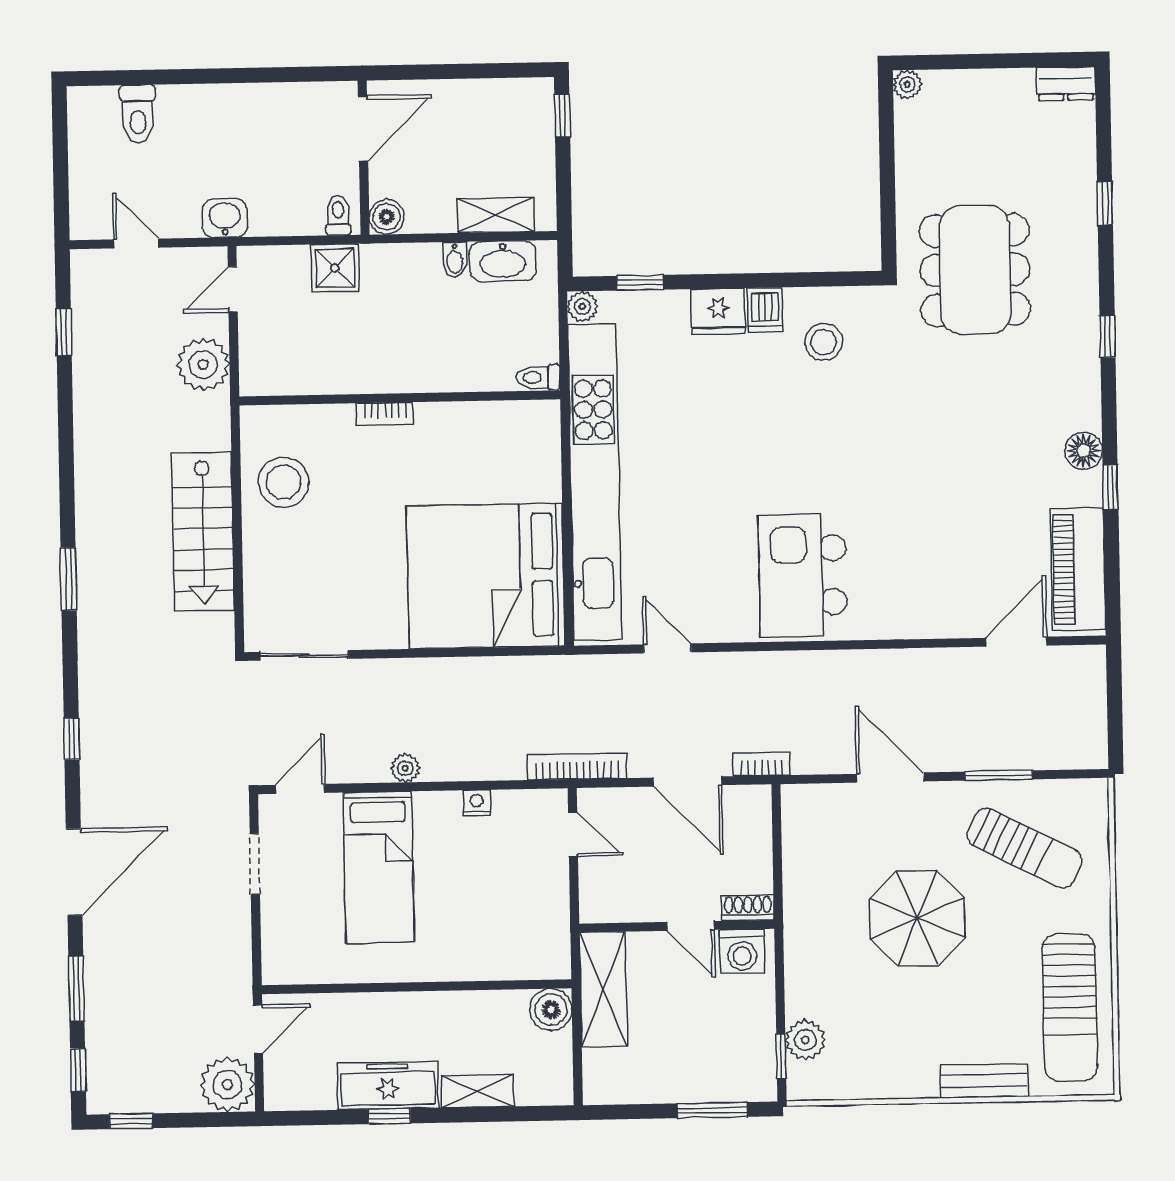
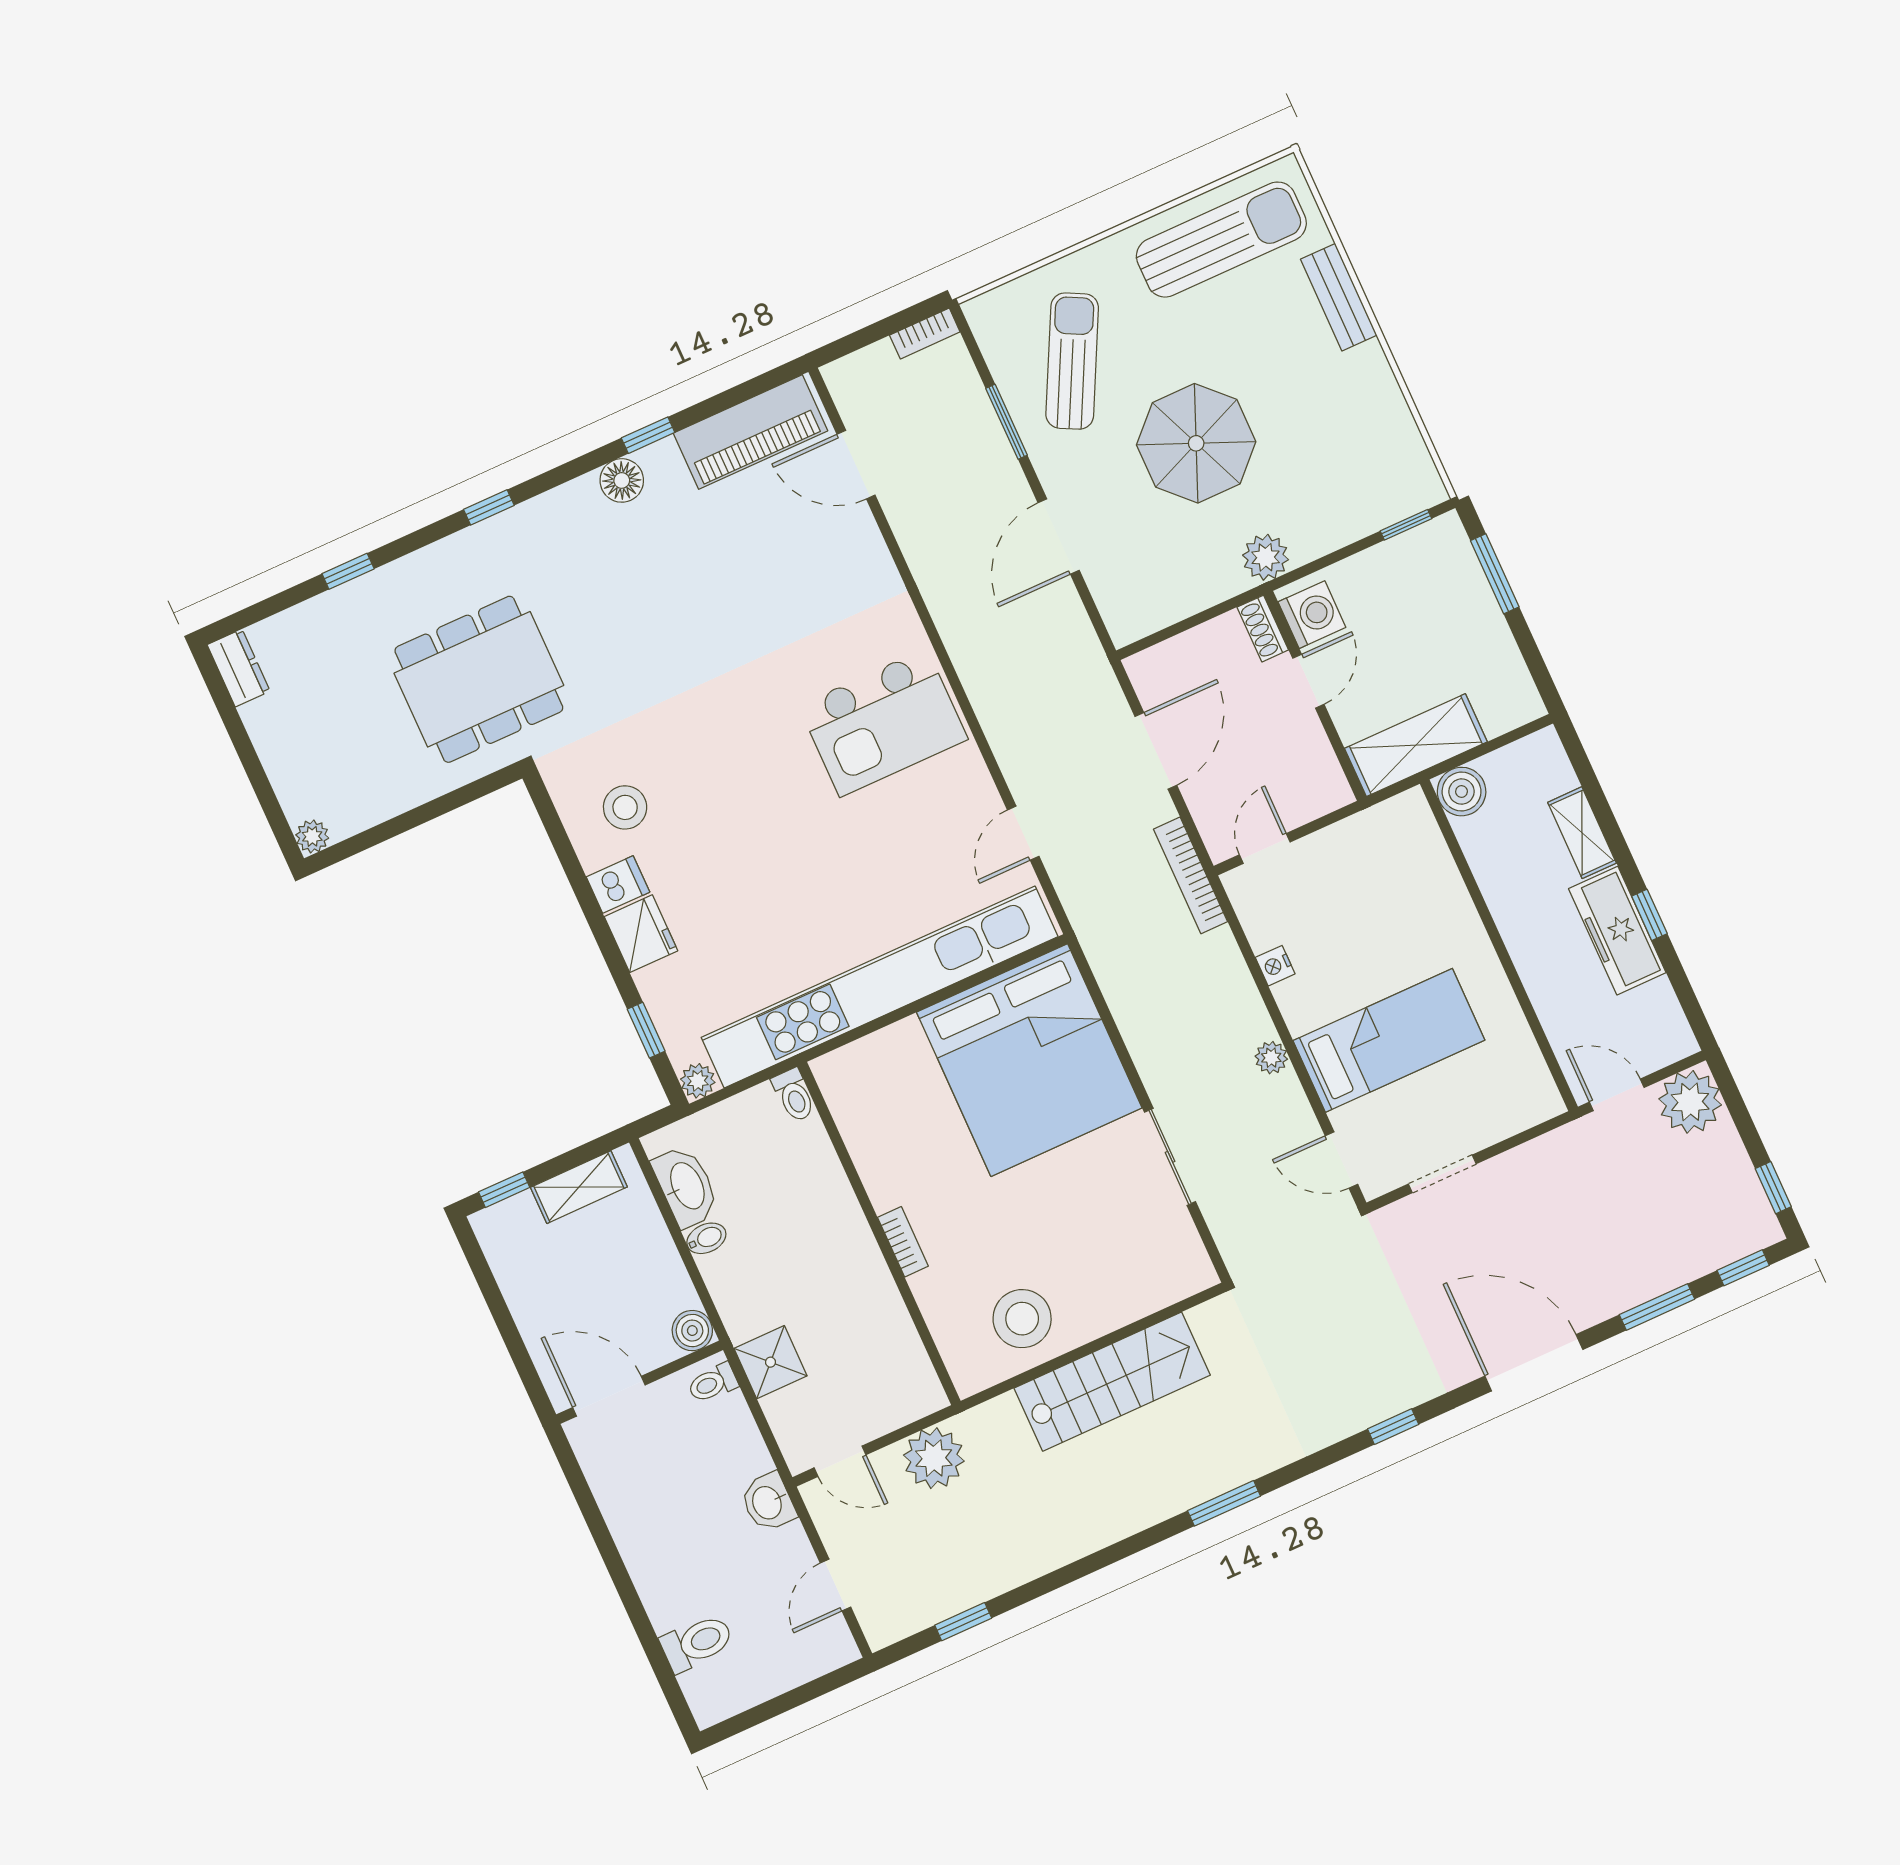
shelving: (496, 215) -> (579, 1187), moved, turned 90
sliding door: (304, 655) -> (1170, 1157), moved
bookcase: (762, 764) -> (925, 334), moved, turned -90
plant: (805, 1040) -> (1266, 557), moved

